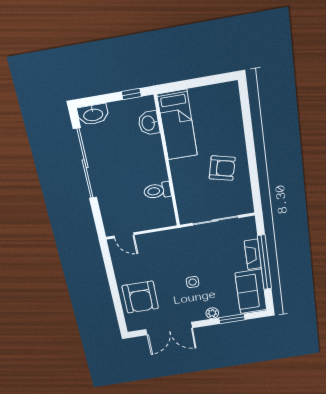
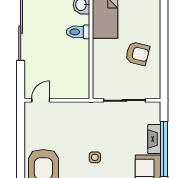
toilet: (157, 191) -> (78, 32), moved
door: (124, 235) -> (41, 100), swing flipped

